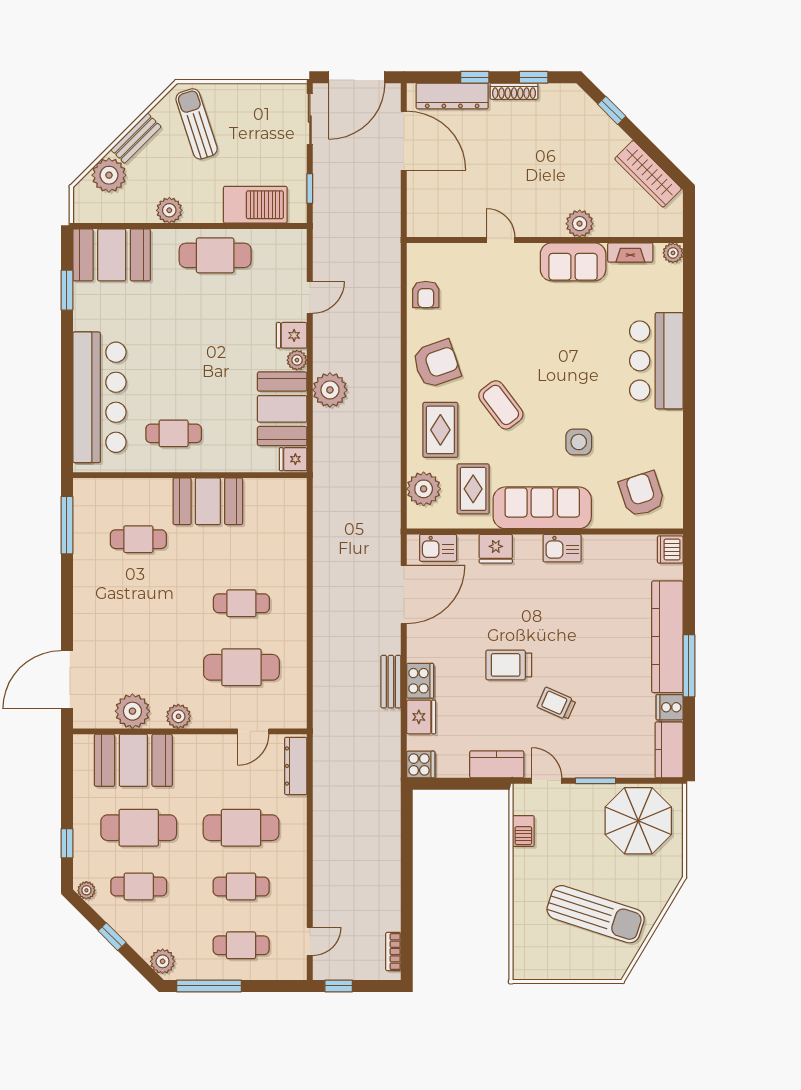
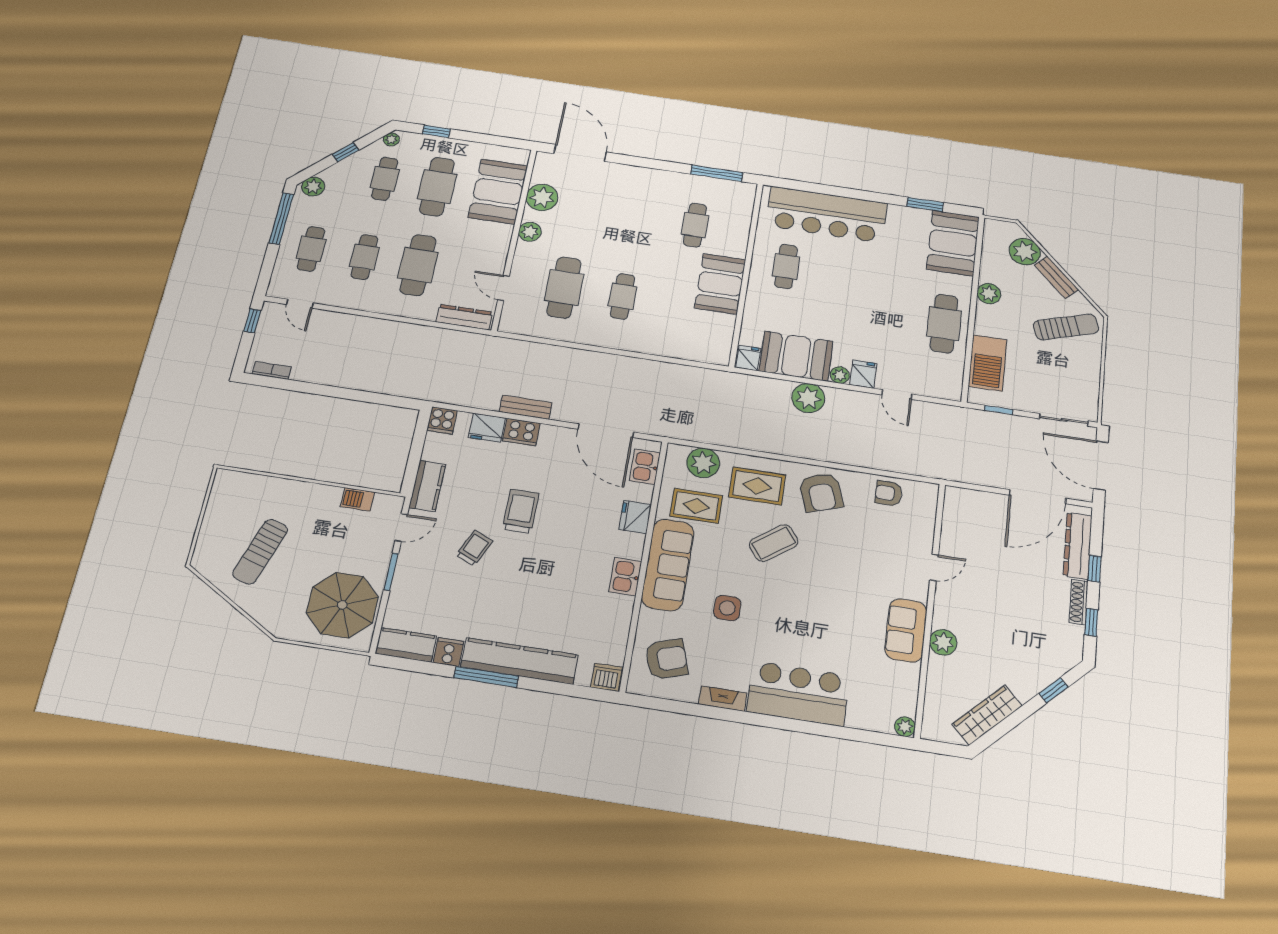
fireplace: (630, 253) -> (723, 699), moved, turned 90
sun lounger: (596, 914) -> (260, 552), width x0.73, depth x0.75

